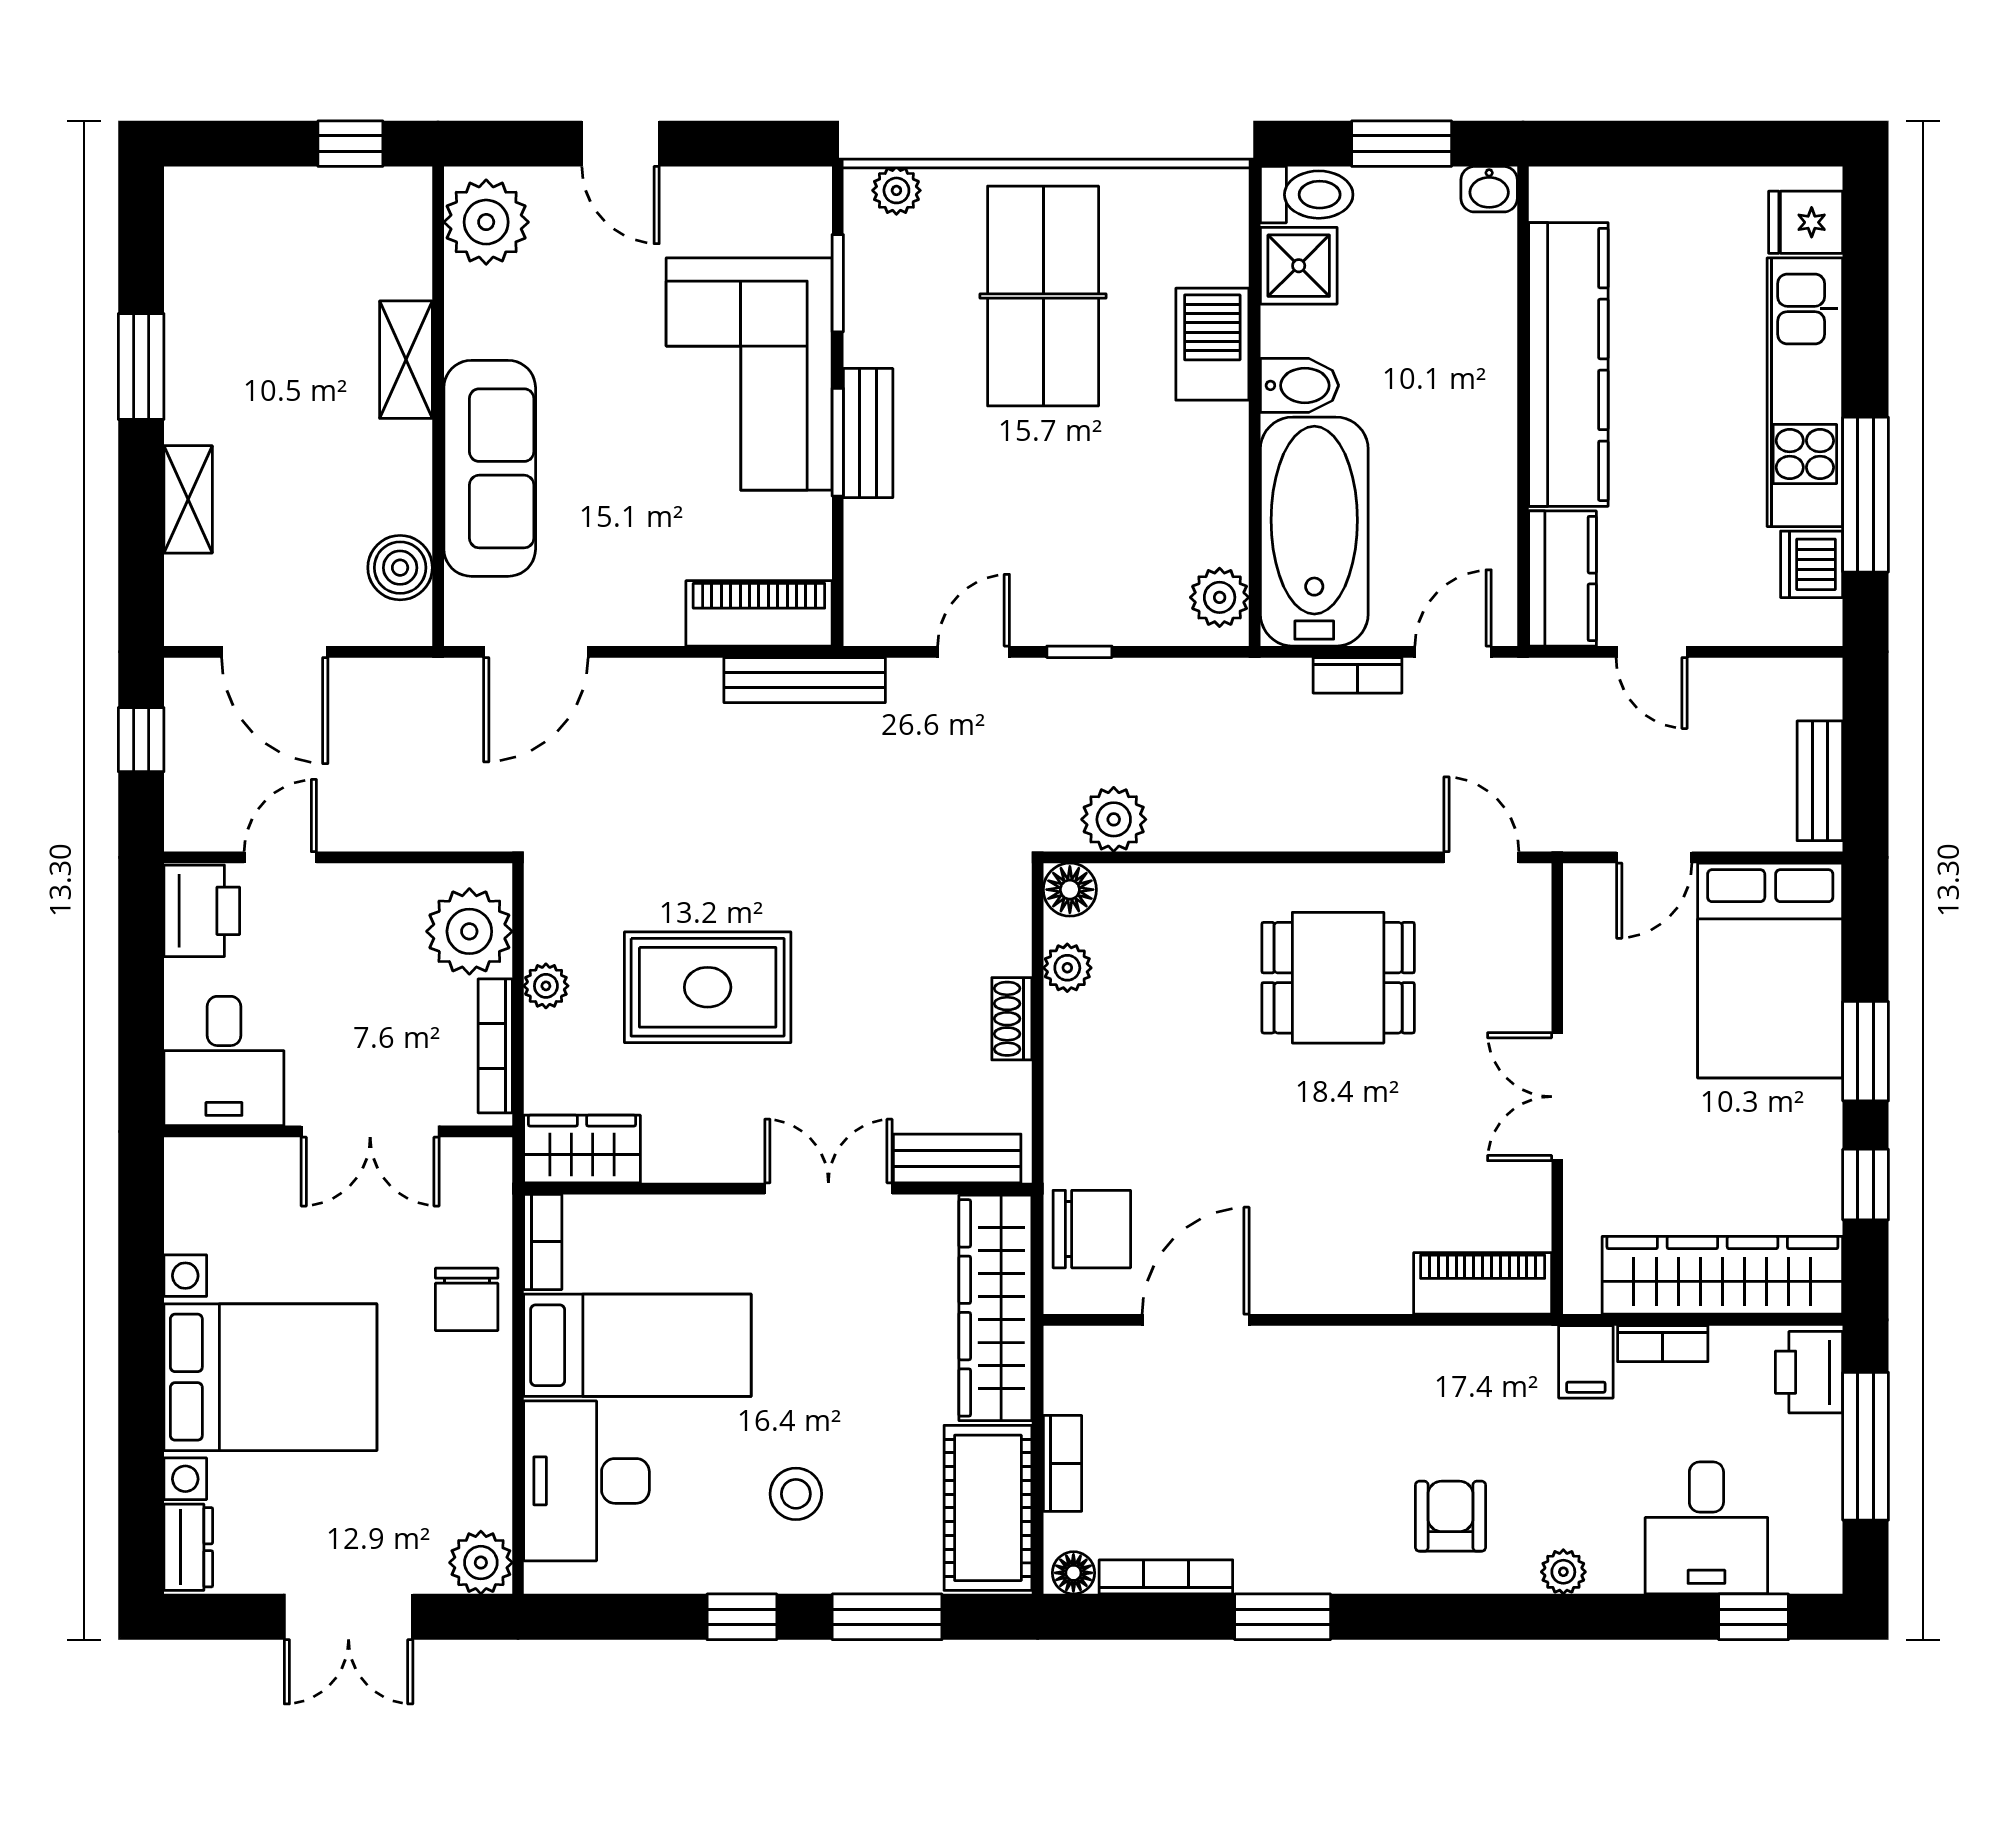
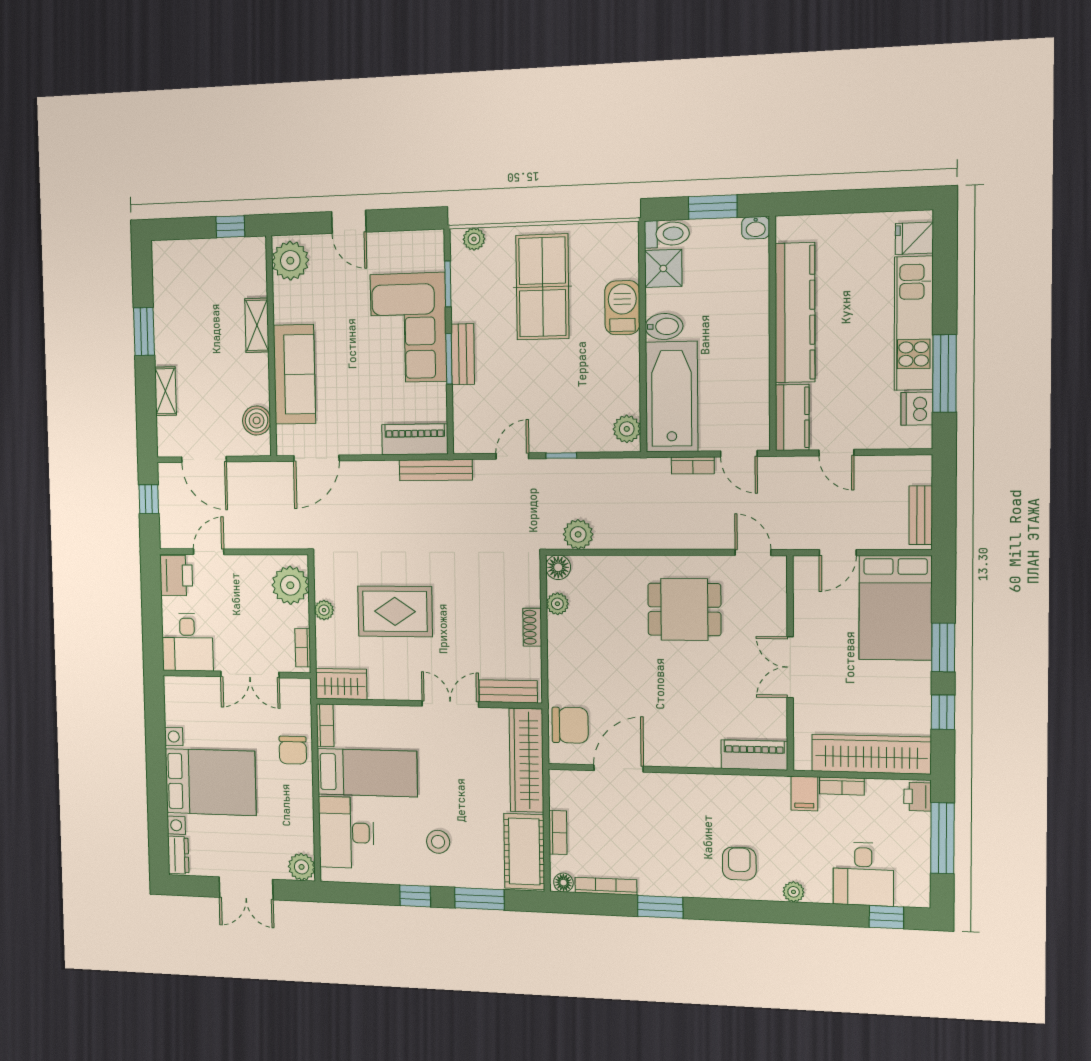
door: (1453, 652) -> (739, 454), swing flipped
bookcase: (495, 1046) -> (303, 648), width x0.64
printer: (1809, 1372) -> (918, 797), width x0.73, depth x0.81

